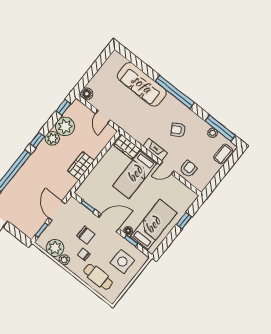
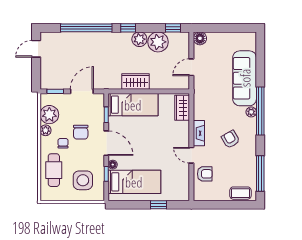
plant: (213, 133) -> (251, 112), moved
bed: (135, 174) -> (133, 105), moved, turned 180

